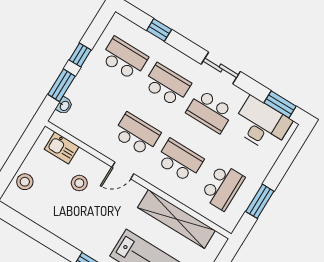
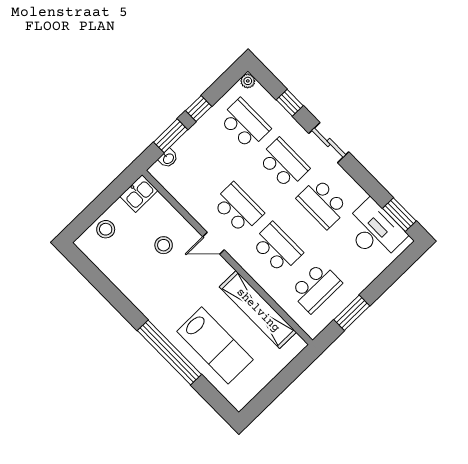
plant: (117, 20) -> (248, 81), added
sliding door: (221, 68) -> (329, 143), moved
kitchen sink: (62, 148) -> (139, 193), moved, turned -90

